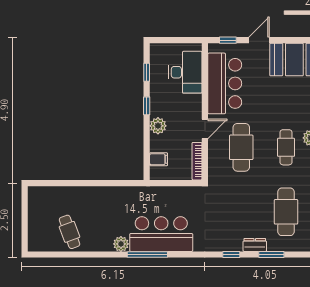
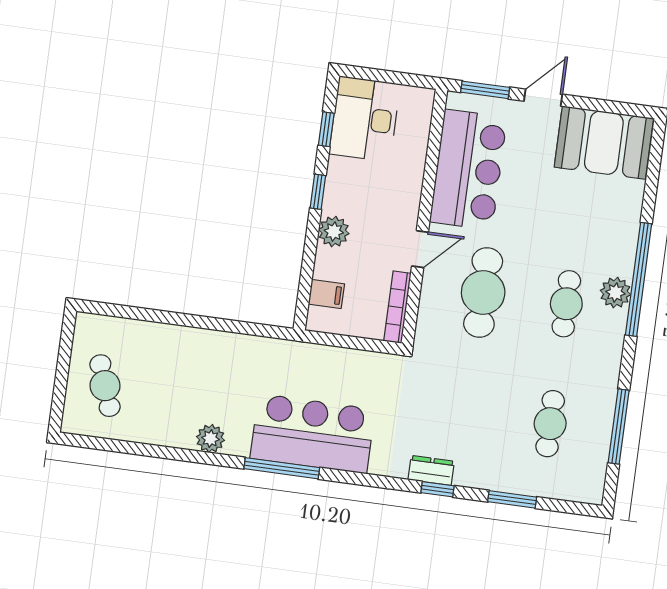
window: (228, 40) -> (485, 90), width x1.50
desk: (185, 72) -> (365, 119), moved, turned 180
cafe table: (286, 212) -> (550, 424), width x0.73, depth x0.74
cafe table: (70, 232) -> (105, 386), moved
plant: (121, 244) -> (210, 439), moved
dresser: (255, 245) -> (431, 470), moved

